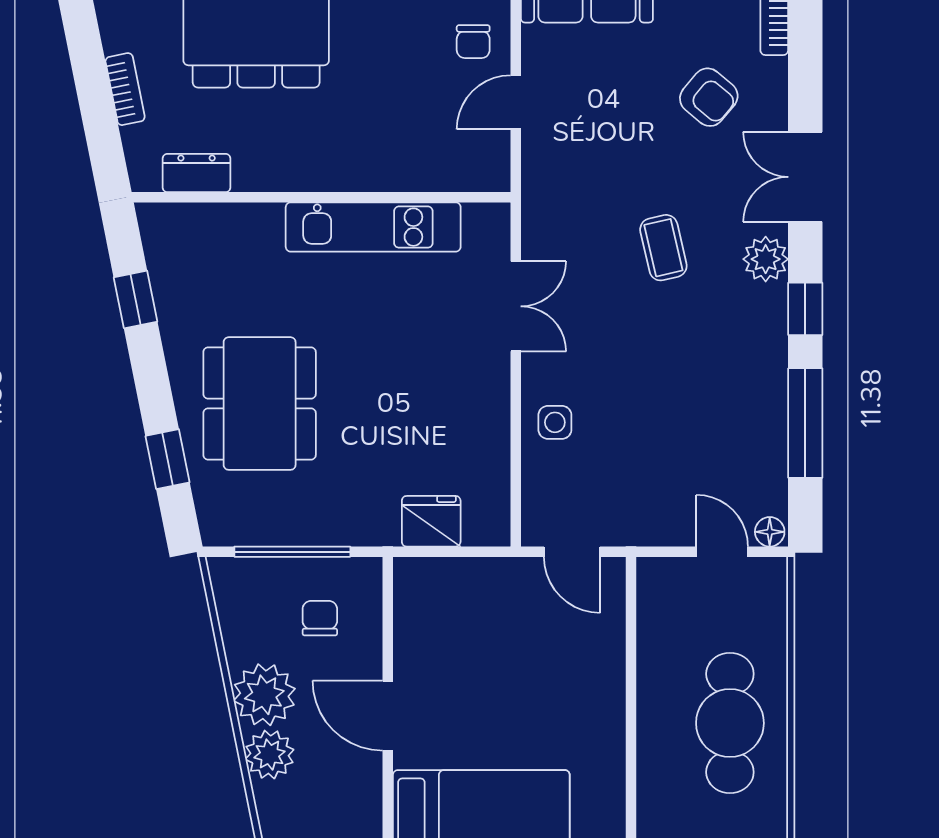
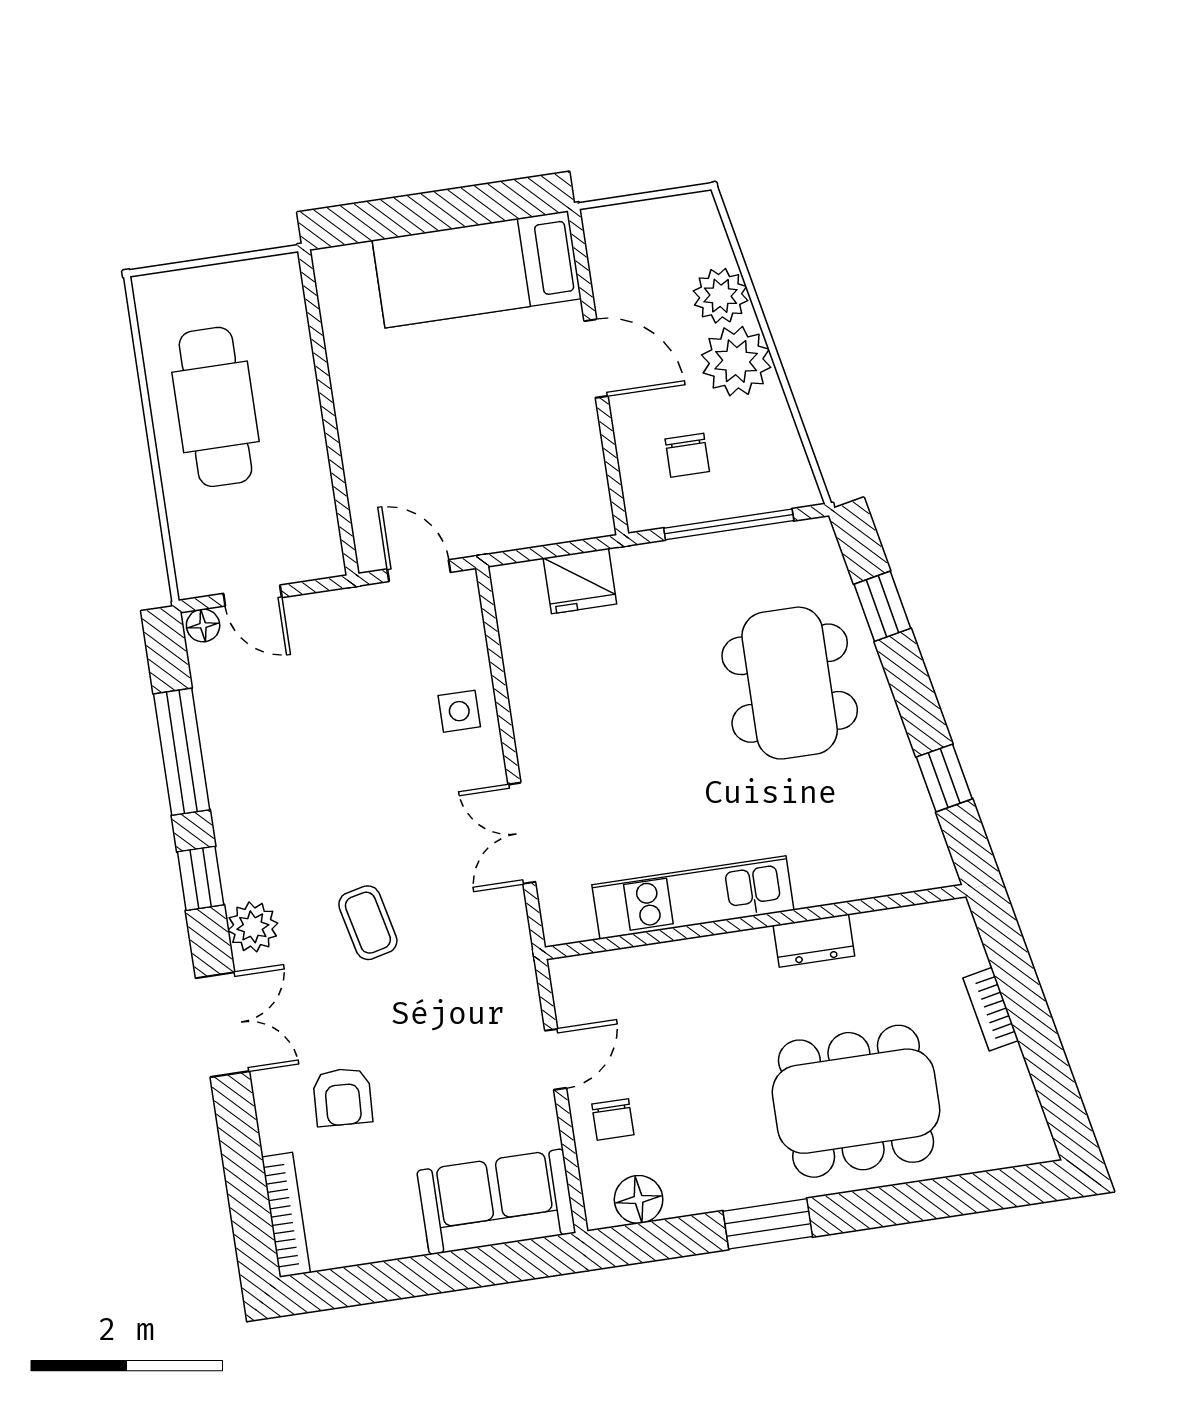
chair: (473, 42) -> (613, 1119), turned 180
armchair: (709, 97) -> (343, 1097), turned -127
dresser: (197, 173) -> (814, 941), moved

